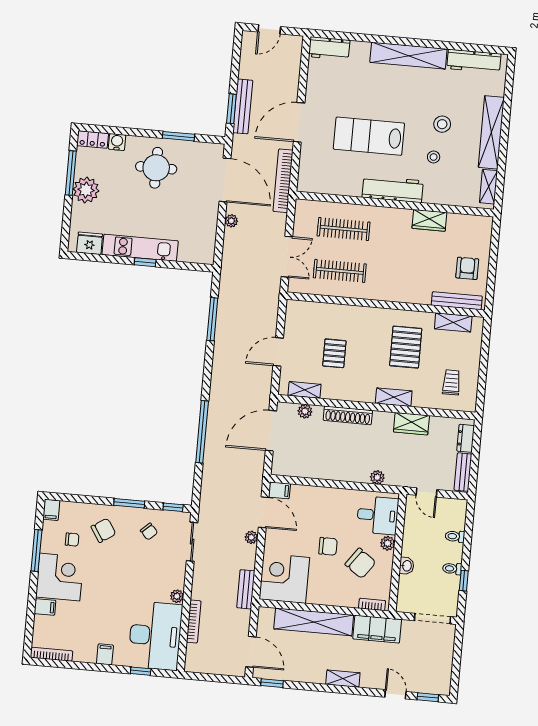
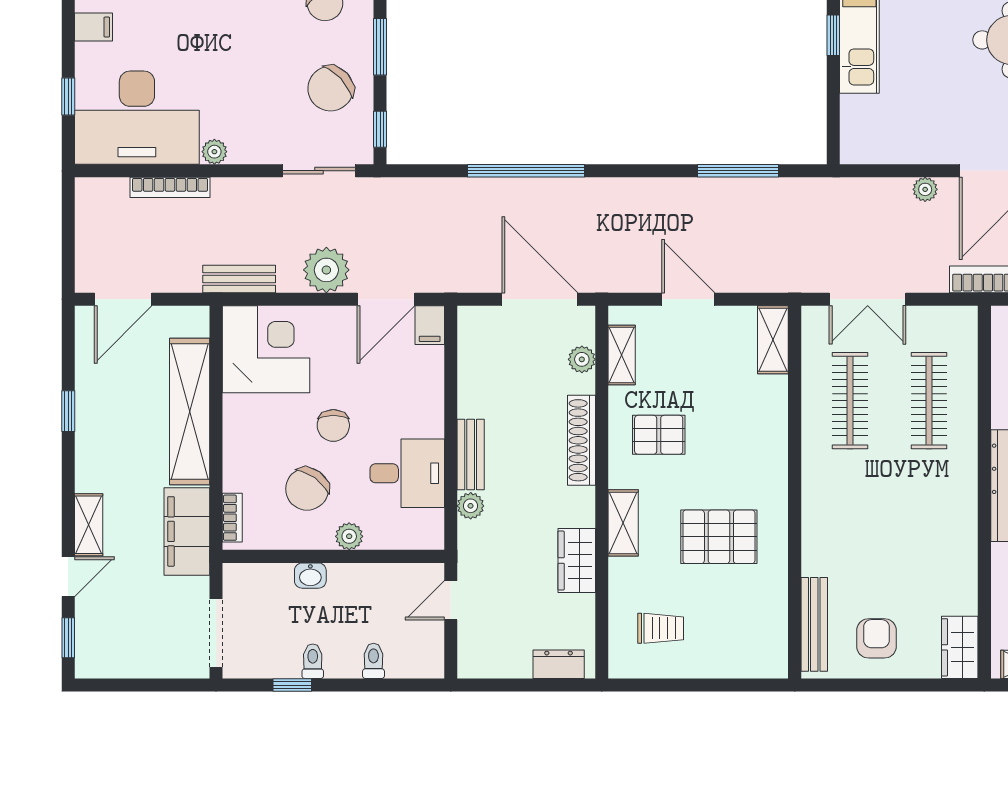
wardrobe: (429, 220) -> (960, 647), moved
armchair: (467, 268) -> (876, 638), turned -90
shelving: (453, 322) -> (773, 340), moved
pallet: (334, 353) -> (659, 435), moved
bench: (463, 472) -> (471, 454), moved, turned 90
desk: (378, 515) -> (407, 473), moved, turned -90
chair: (149, 532) -> (331, 89), width x1.87, depth x1.87
plant: (251, 537) -> (326, 270), width x1.87, depth x1.87
shelving: (343, 679) -> (89, 525), moved
window: (272, 683) -> (68, 411), moved

